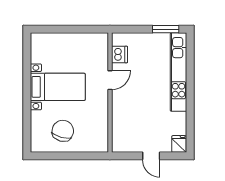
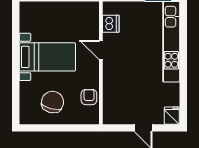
door: (110, 80) -> (101, 50), swing flipped
armchair: (98, 126) -> (89, 97), added

